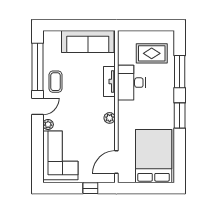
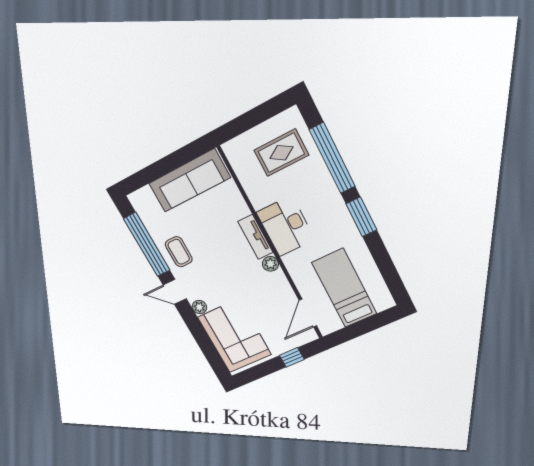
window: (180, 72) -> (332, 158), width x1.46
tv unit: (109, 82) -> (255, 237), moved
desk: (131, 83) -> (286, 226), moved
door: (38, 106) -> (175, 292), swing flipped
bed: (154, 156) -> (344, 288), width x0.67

